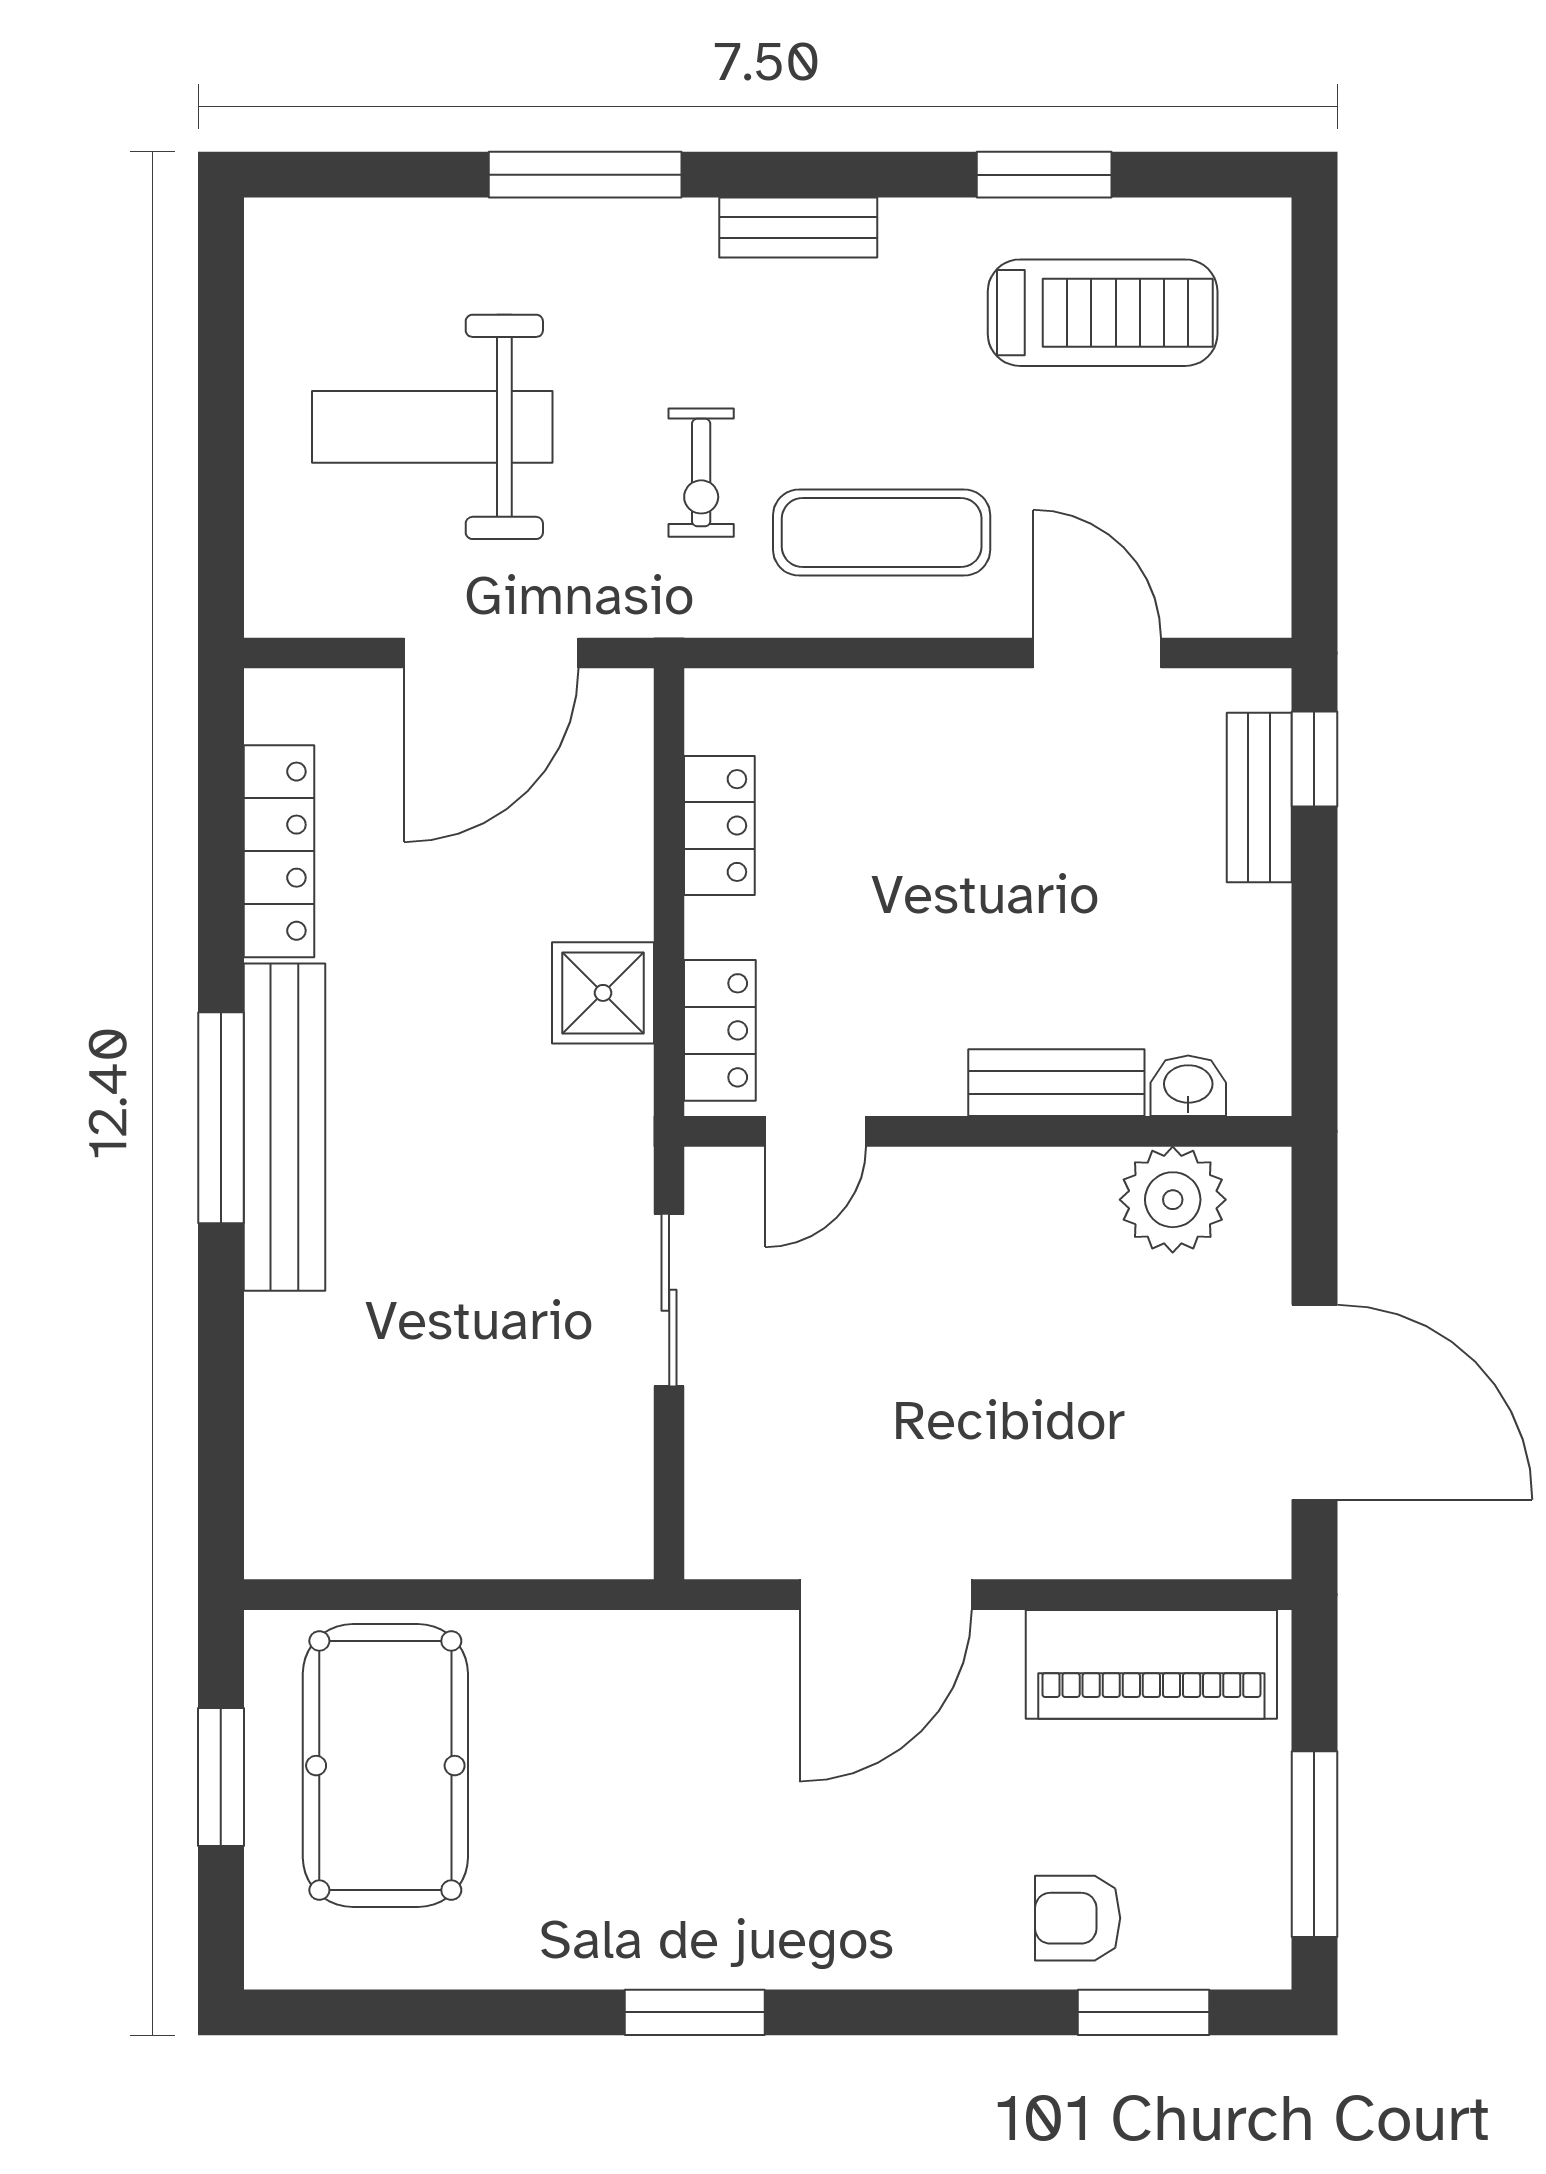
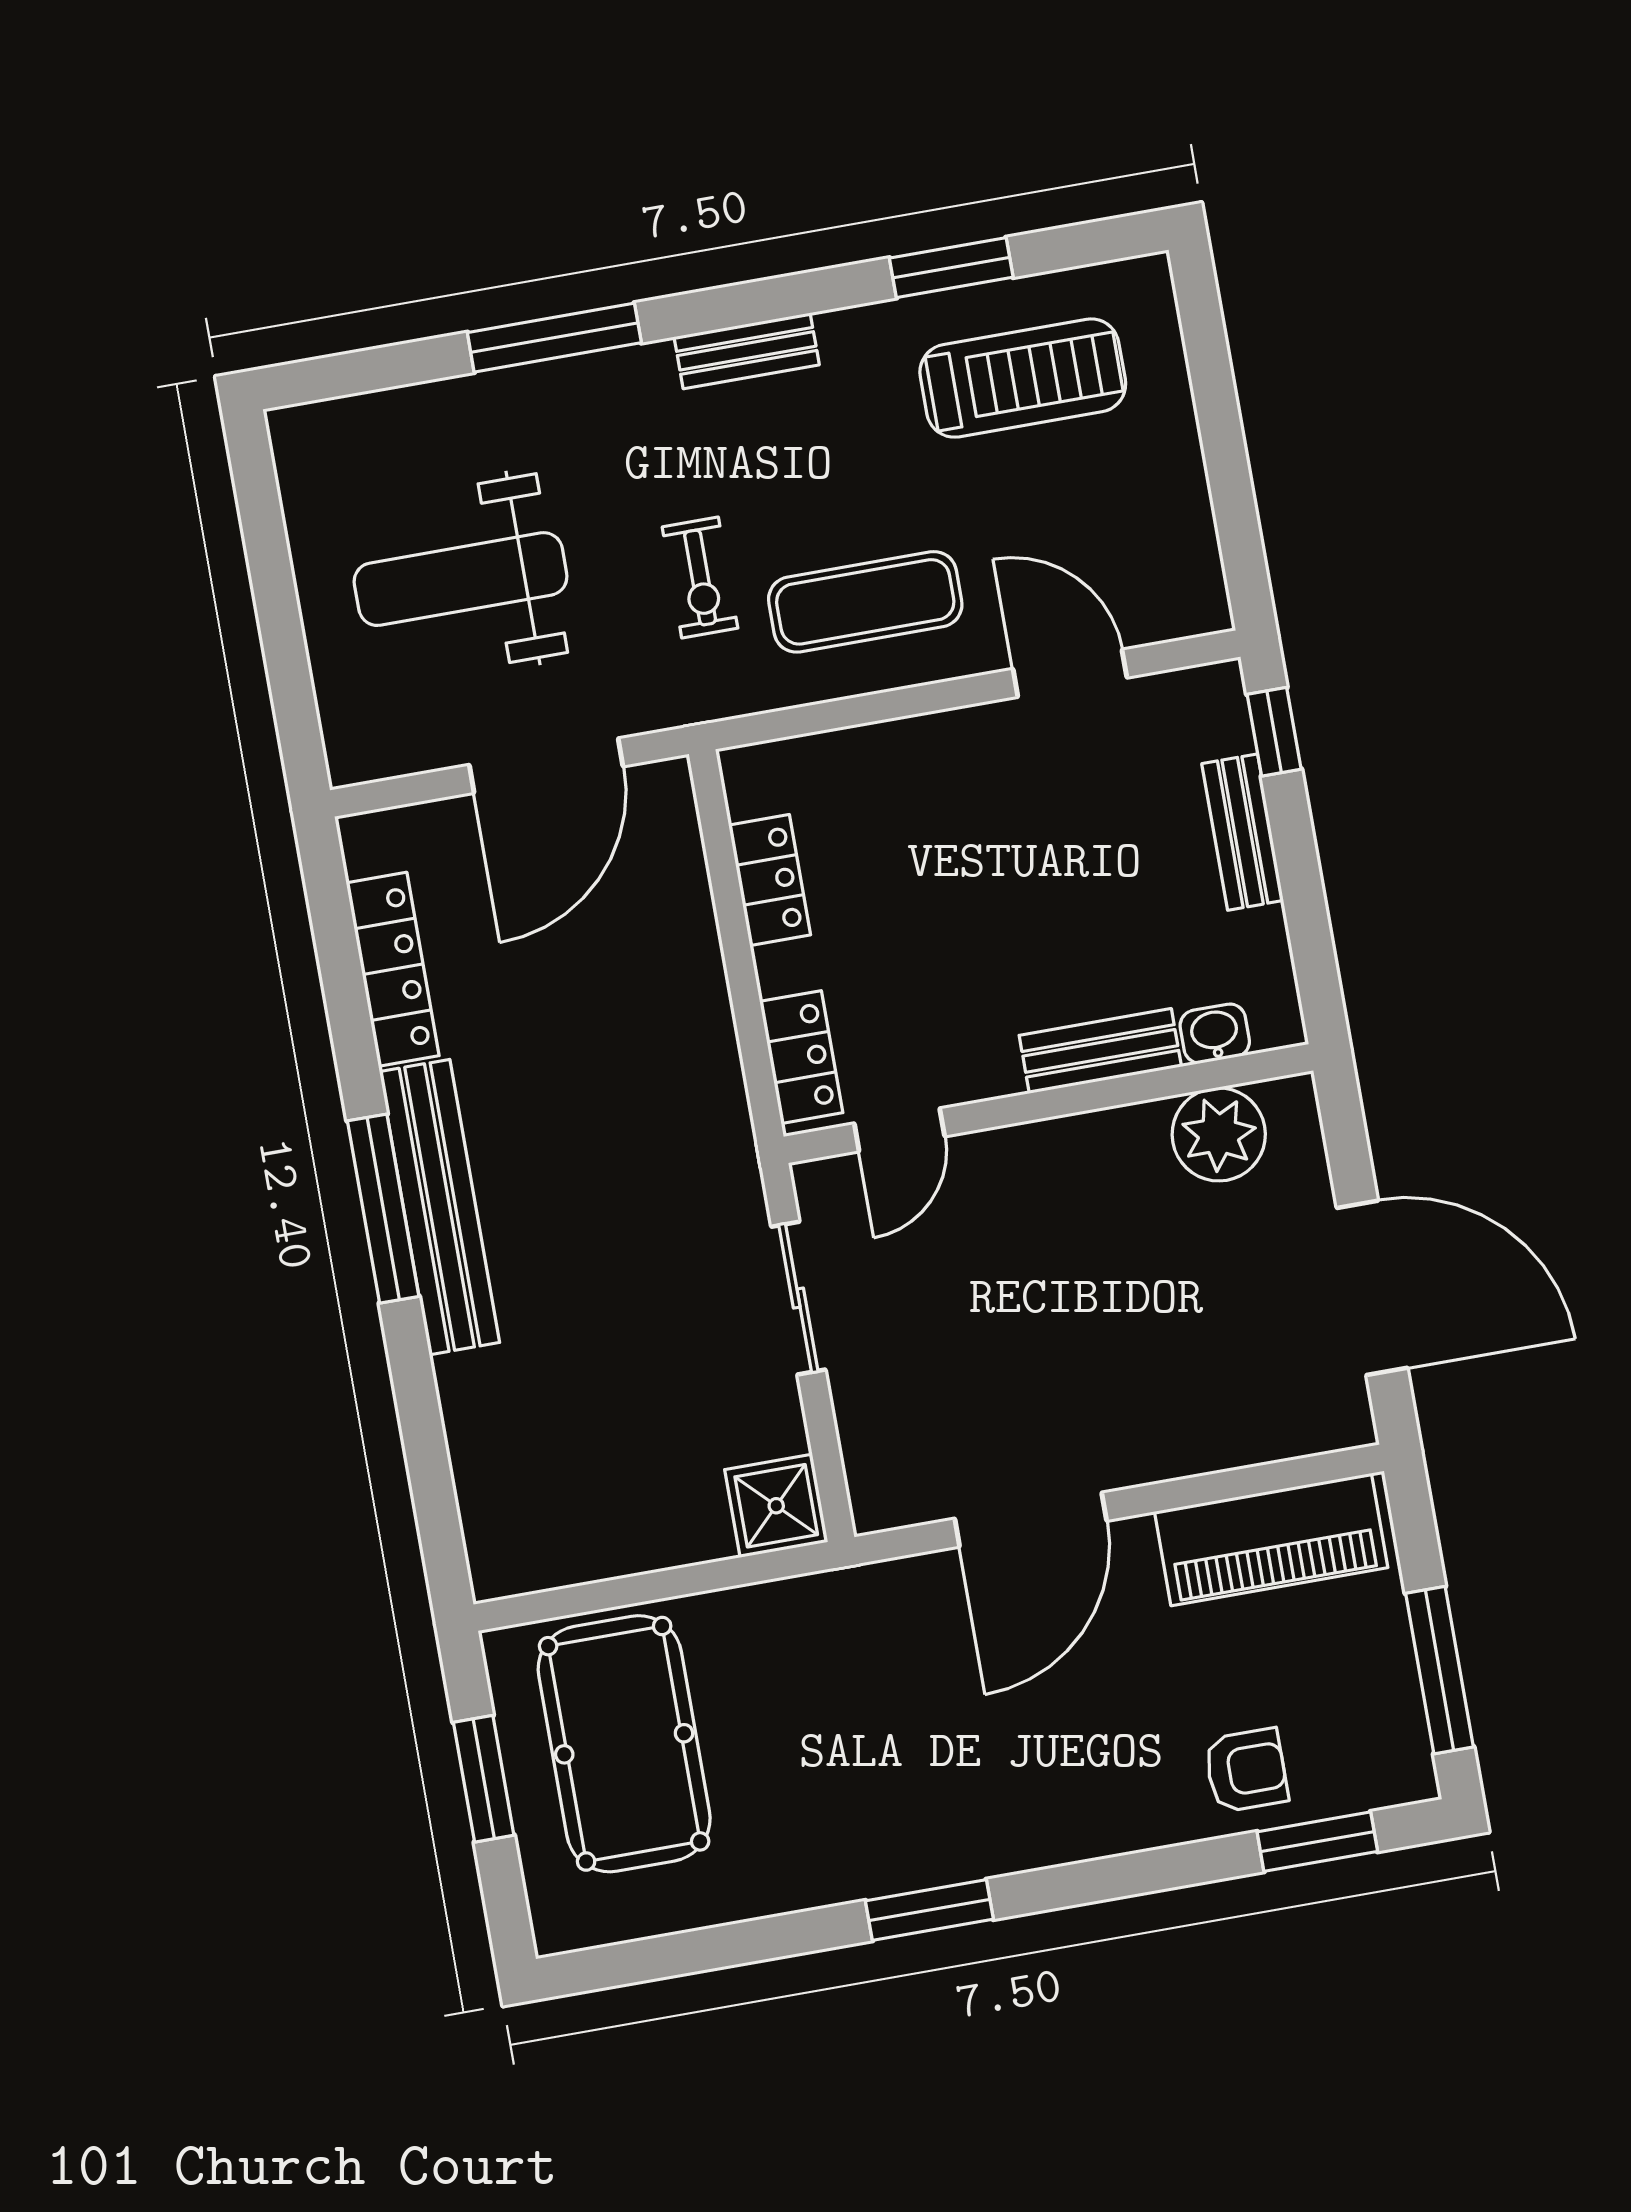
bench: (1259, 798) -> (1243, 832), moved
shower: (603, 993) -> (776, 1506), moved
armchair: (1078, 1918) -> (1246, 1770), turned 180

